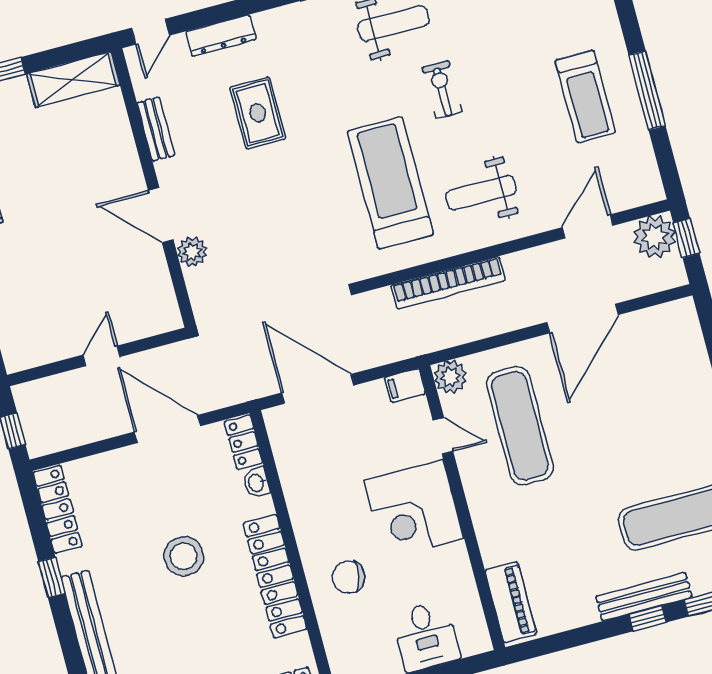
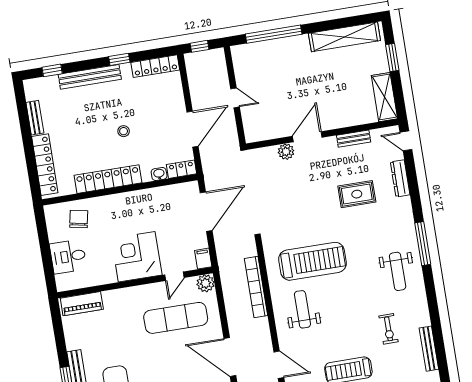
exercise bike: (442, 90) -> (388, 329), moved, turned 90
stool: (184, 556) -> (124, 131), width x0.53, depth x0.53
chair: (349, 577) -> (79, 219), moved

